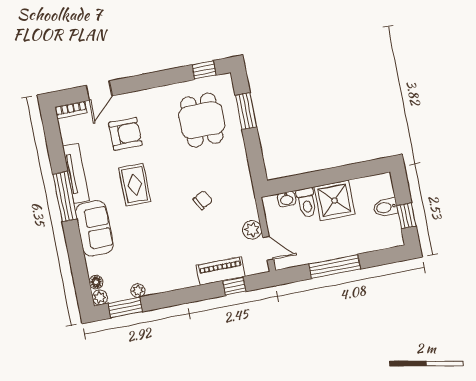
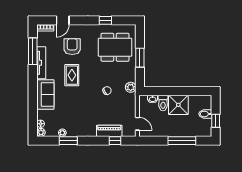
window: (204, 70) -> (105, 20), moved
window: (246, 111) -> (140, 58), moved
dining table: (202, 120) -> (115, 47), width x1.38
armchair: (125, 134) -> (72, 47), turned -90
window: (65, 197) -> (33, 51), moved
plant: (252, 230) -> (131, 87), moved
window: (335, 266) -> (182, 141), moved
window: (125, 308) -> (68, 141), moved

